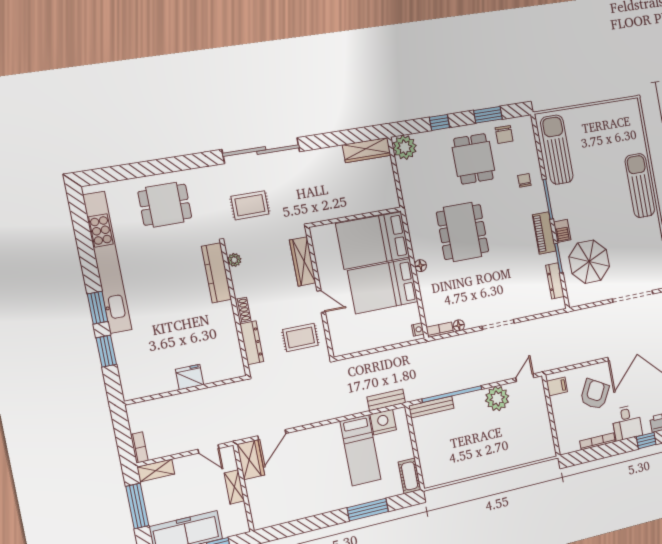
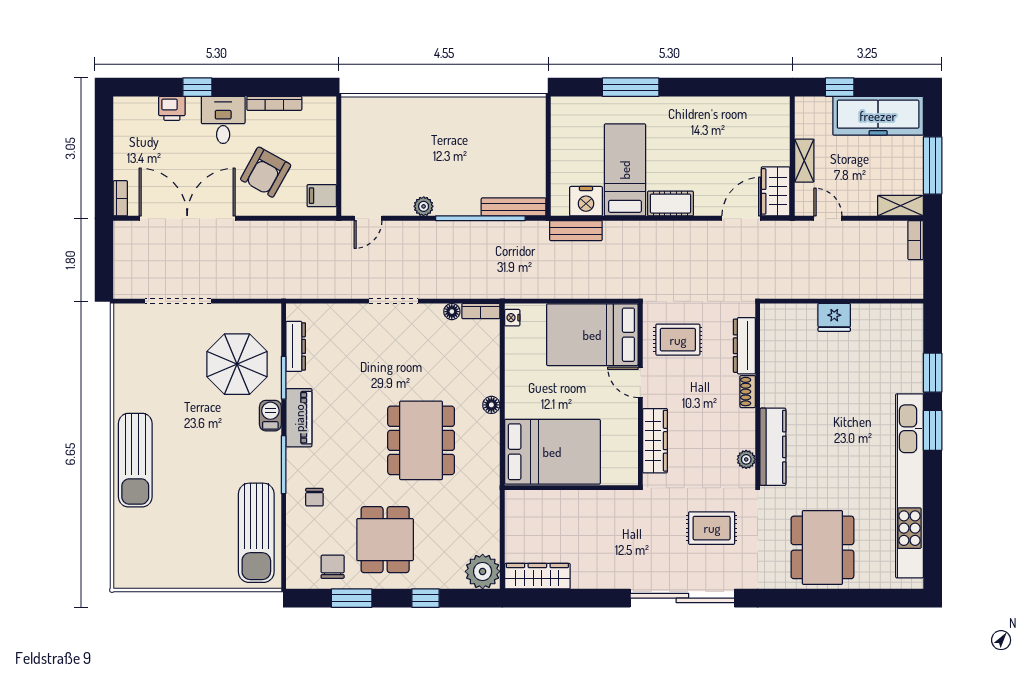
dining table: (165, 205) -> (822, 547), width x1.37
bed: (383, 286) -> (592, 335), moved, turned 180
plant: (497, 398) -> (424, 206), width x0.53, depth x0.53
cot: (410, 476) -> (670, 204), moved, turned 90

